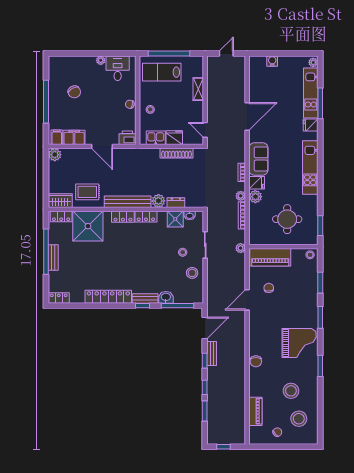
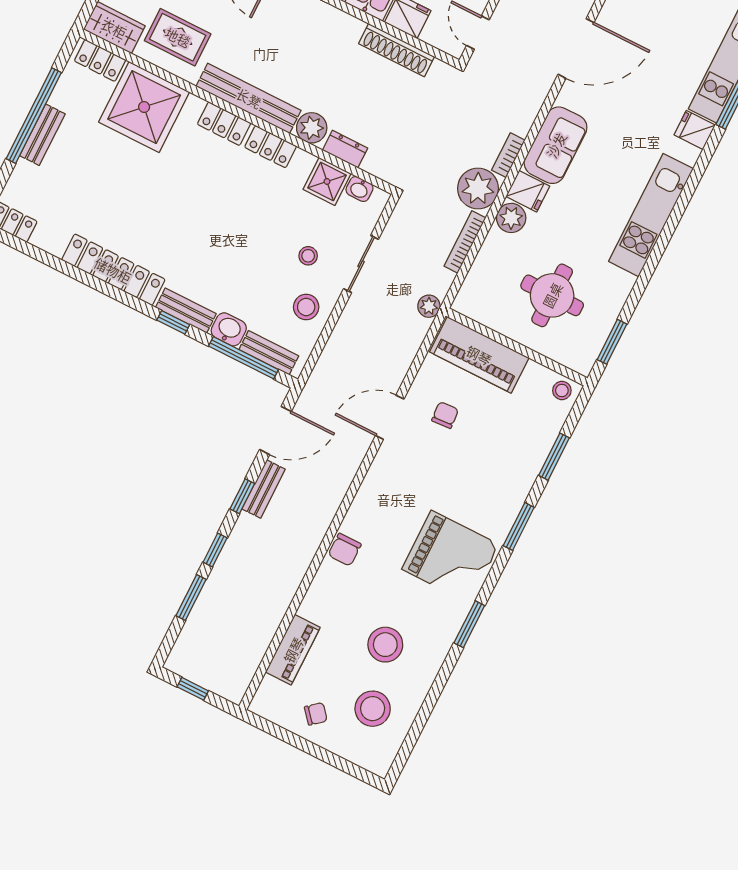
plant: (241, 196) -> (478, 188), width x1.88, depth x1.88
bench: (186, 299) -> (269, 353), added

